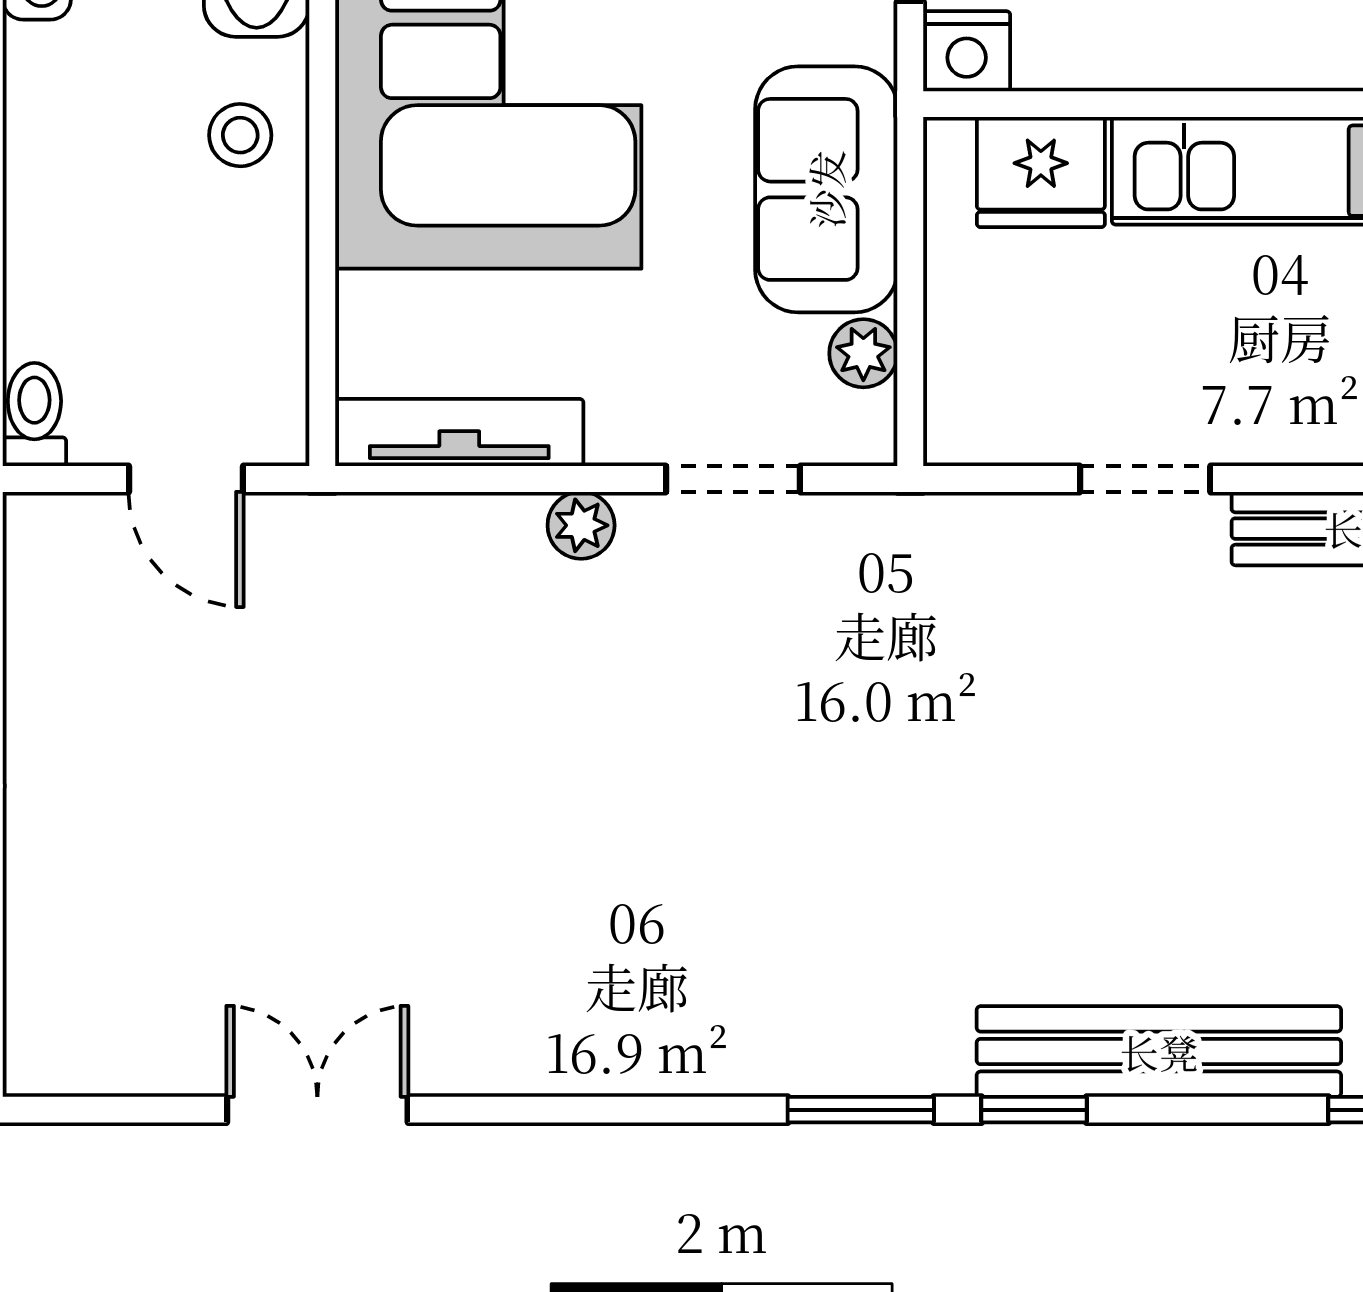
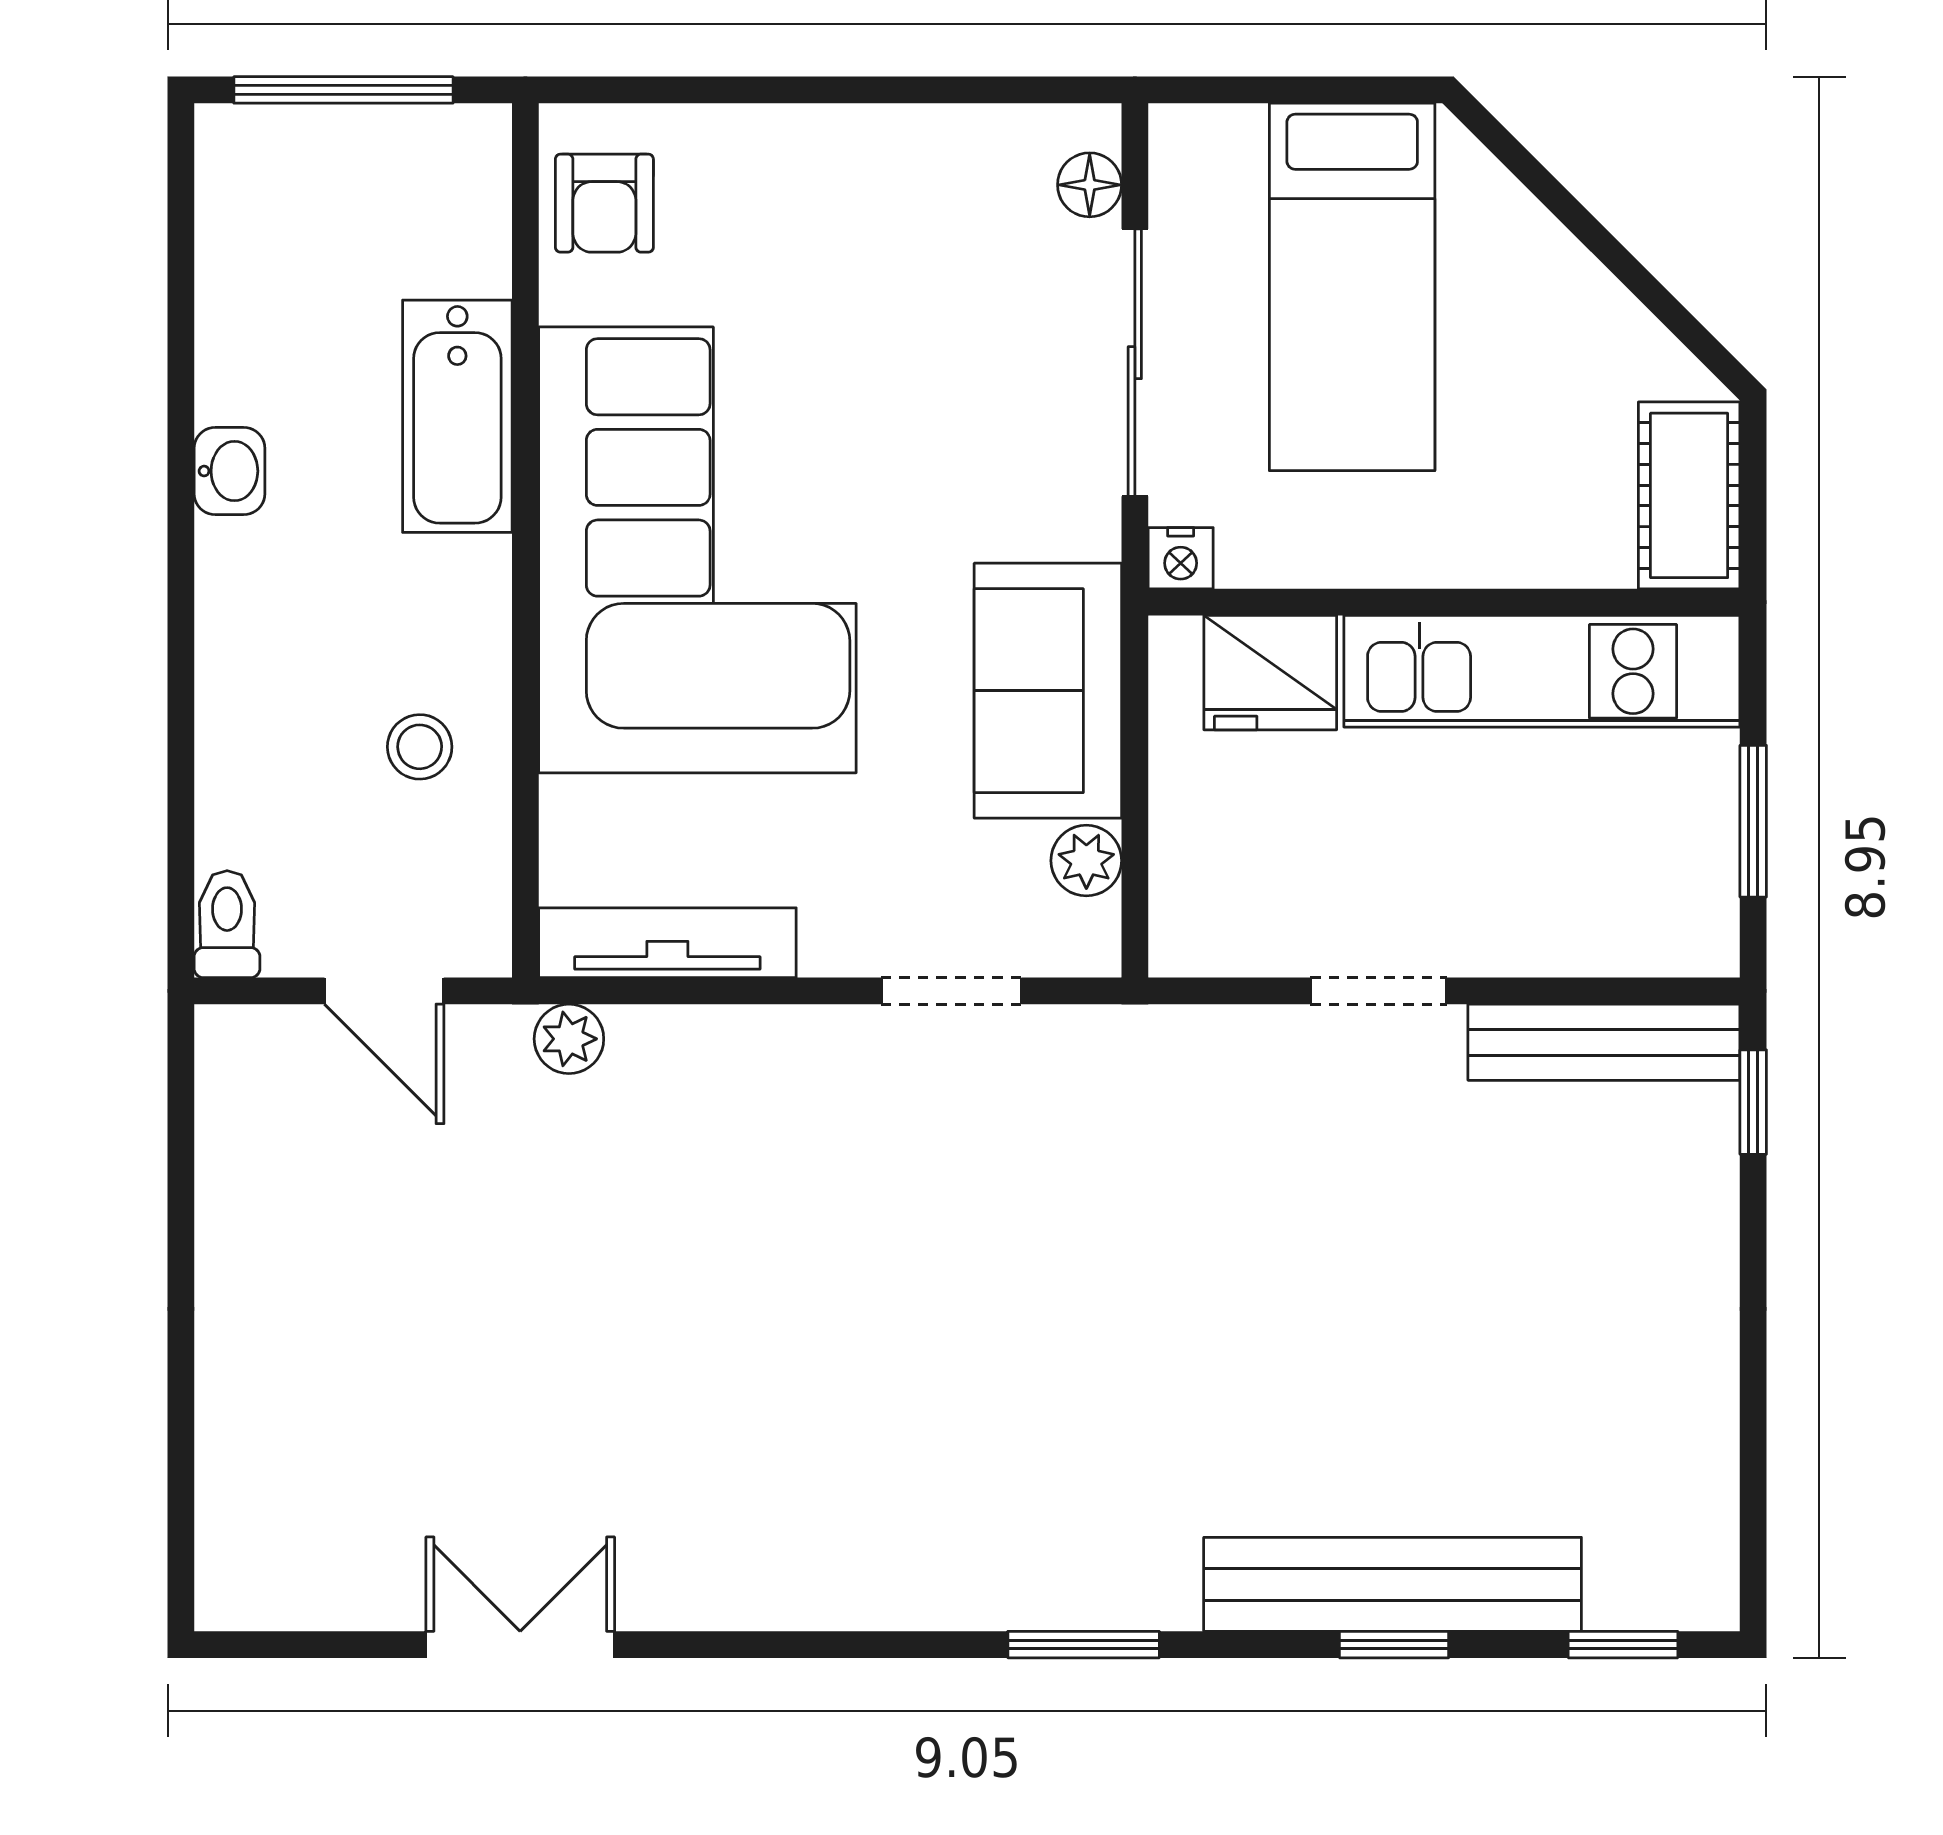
nightstand: (967, 51) -> (1181, 558), width x0.72, depth x0.74
stool: (240, 135) -> (420, 747), moved
plant: (581, 525) -> (569, 1039), moved
window: (1034, 1110) -> (1394, 1645), moved

